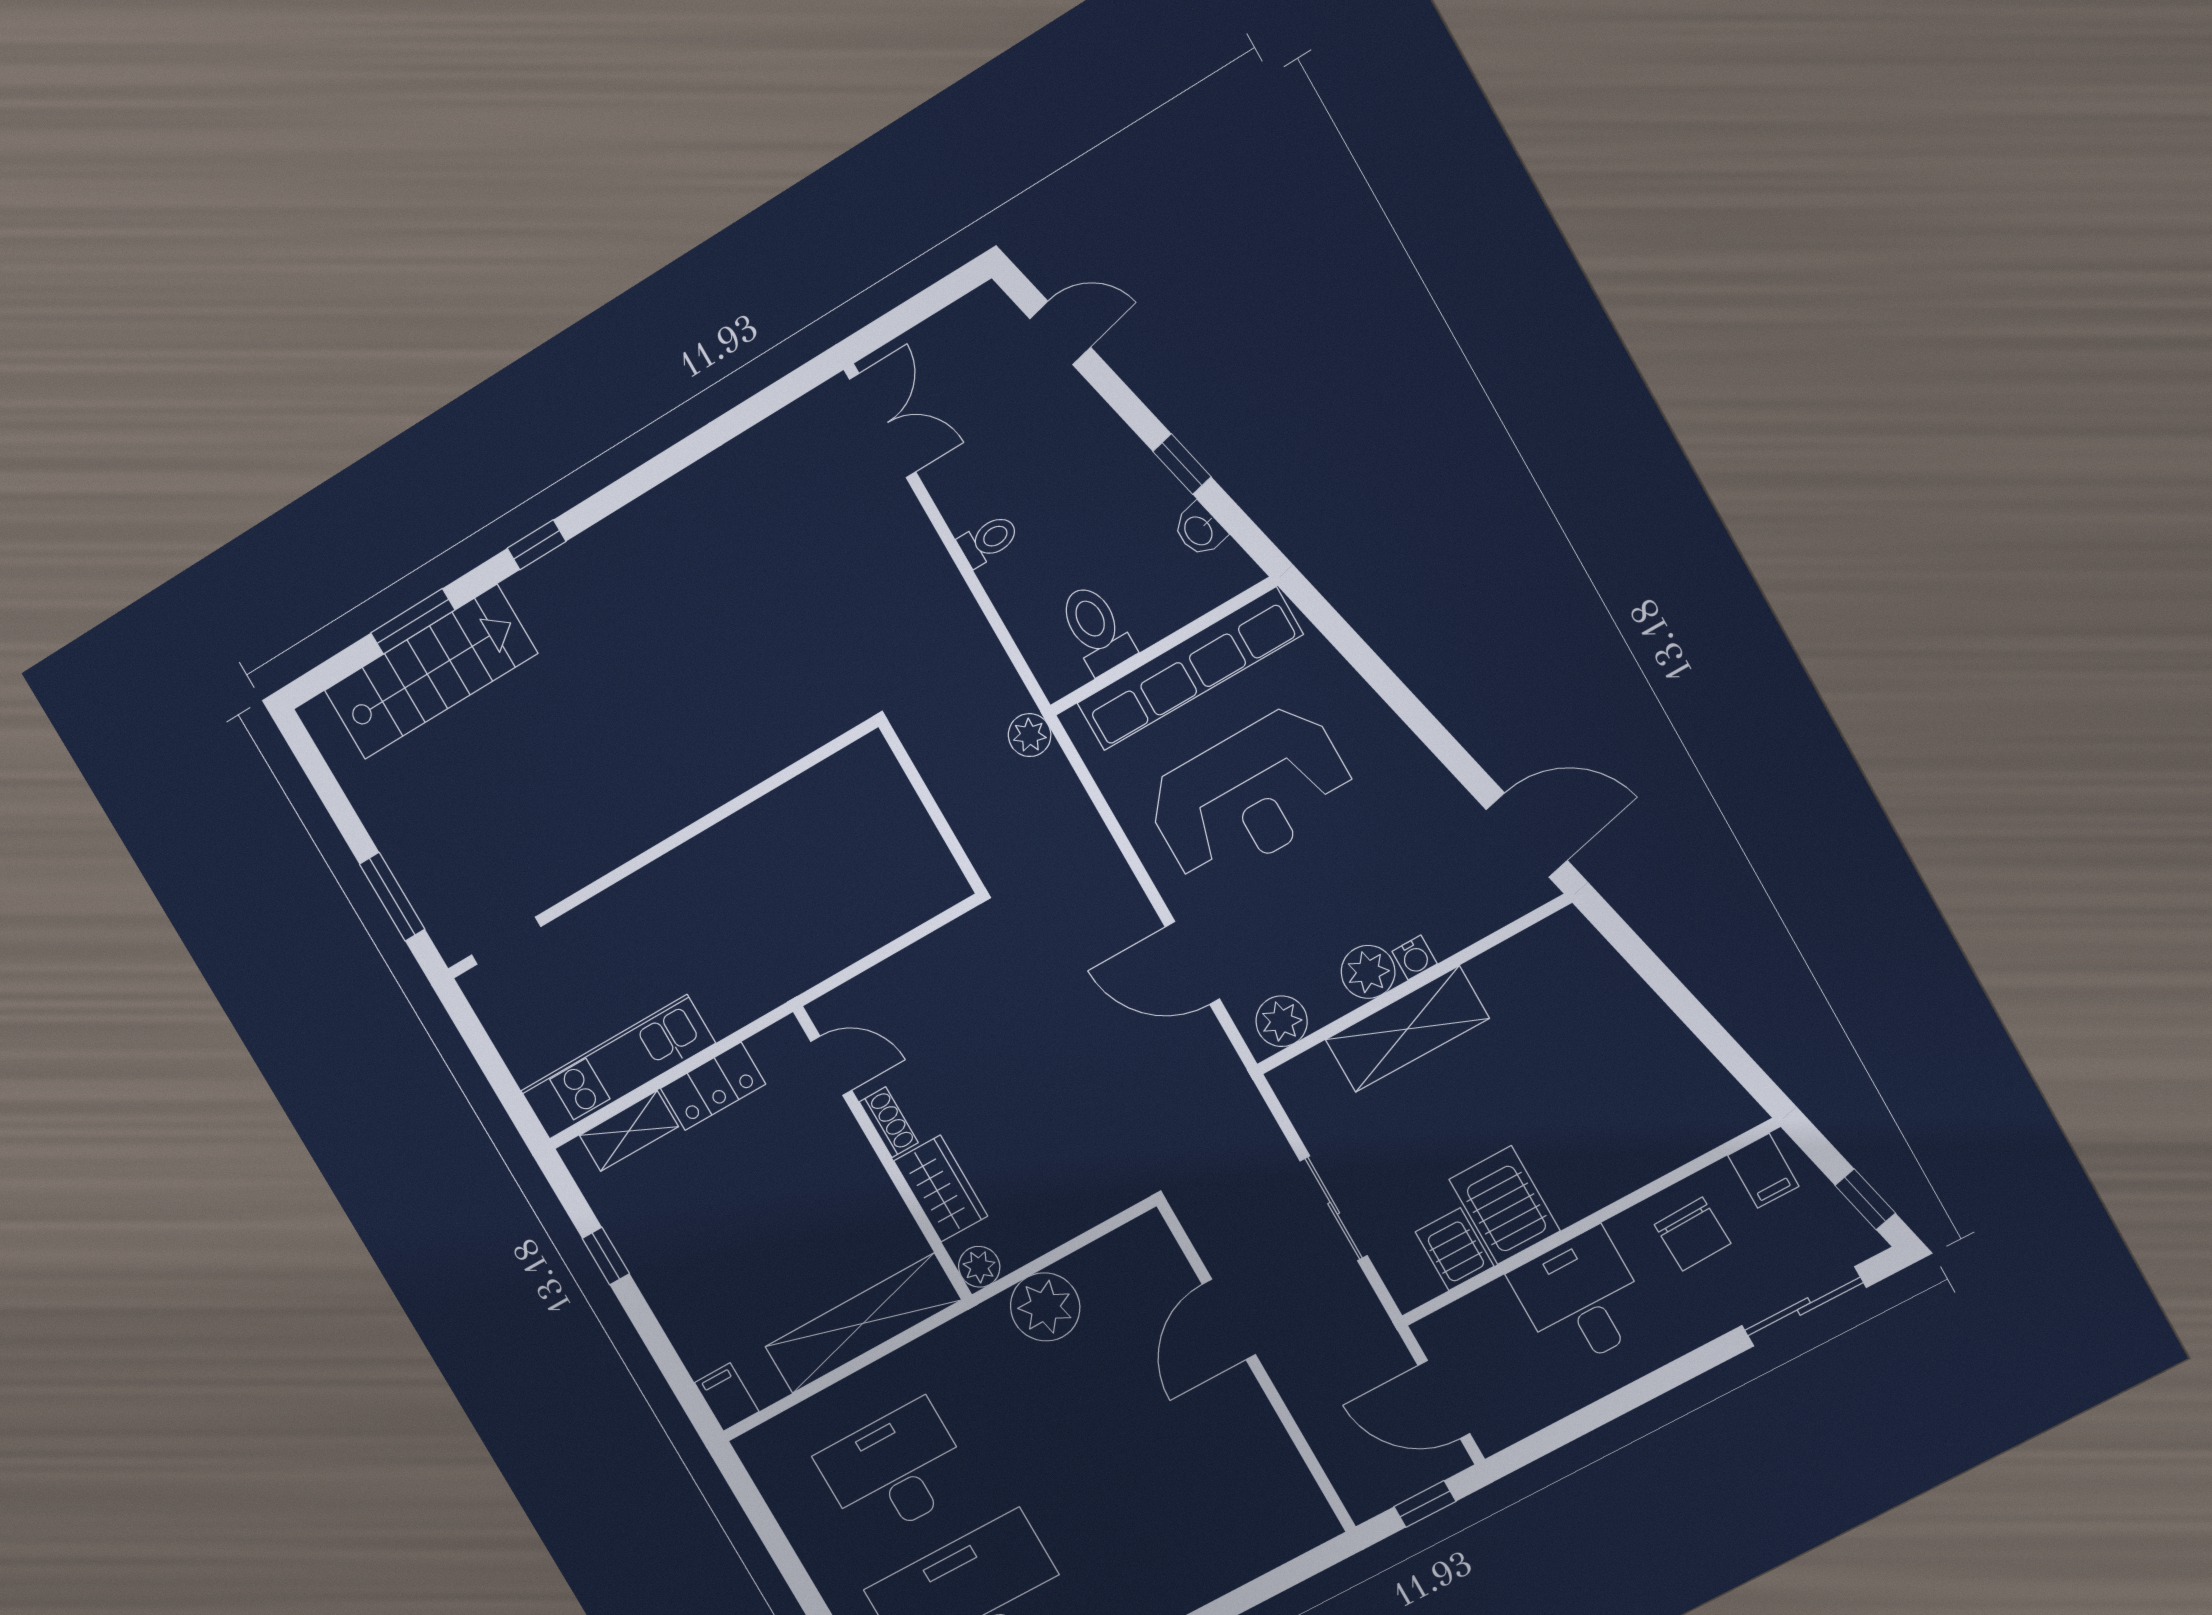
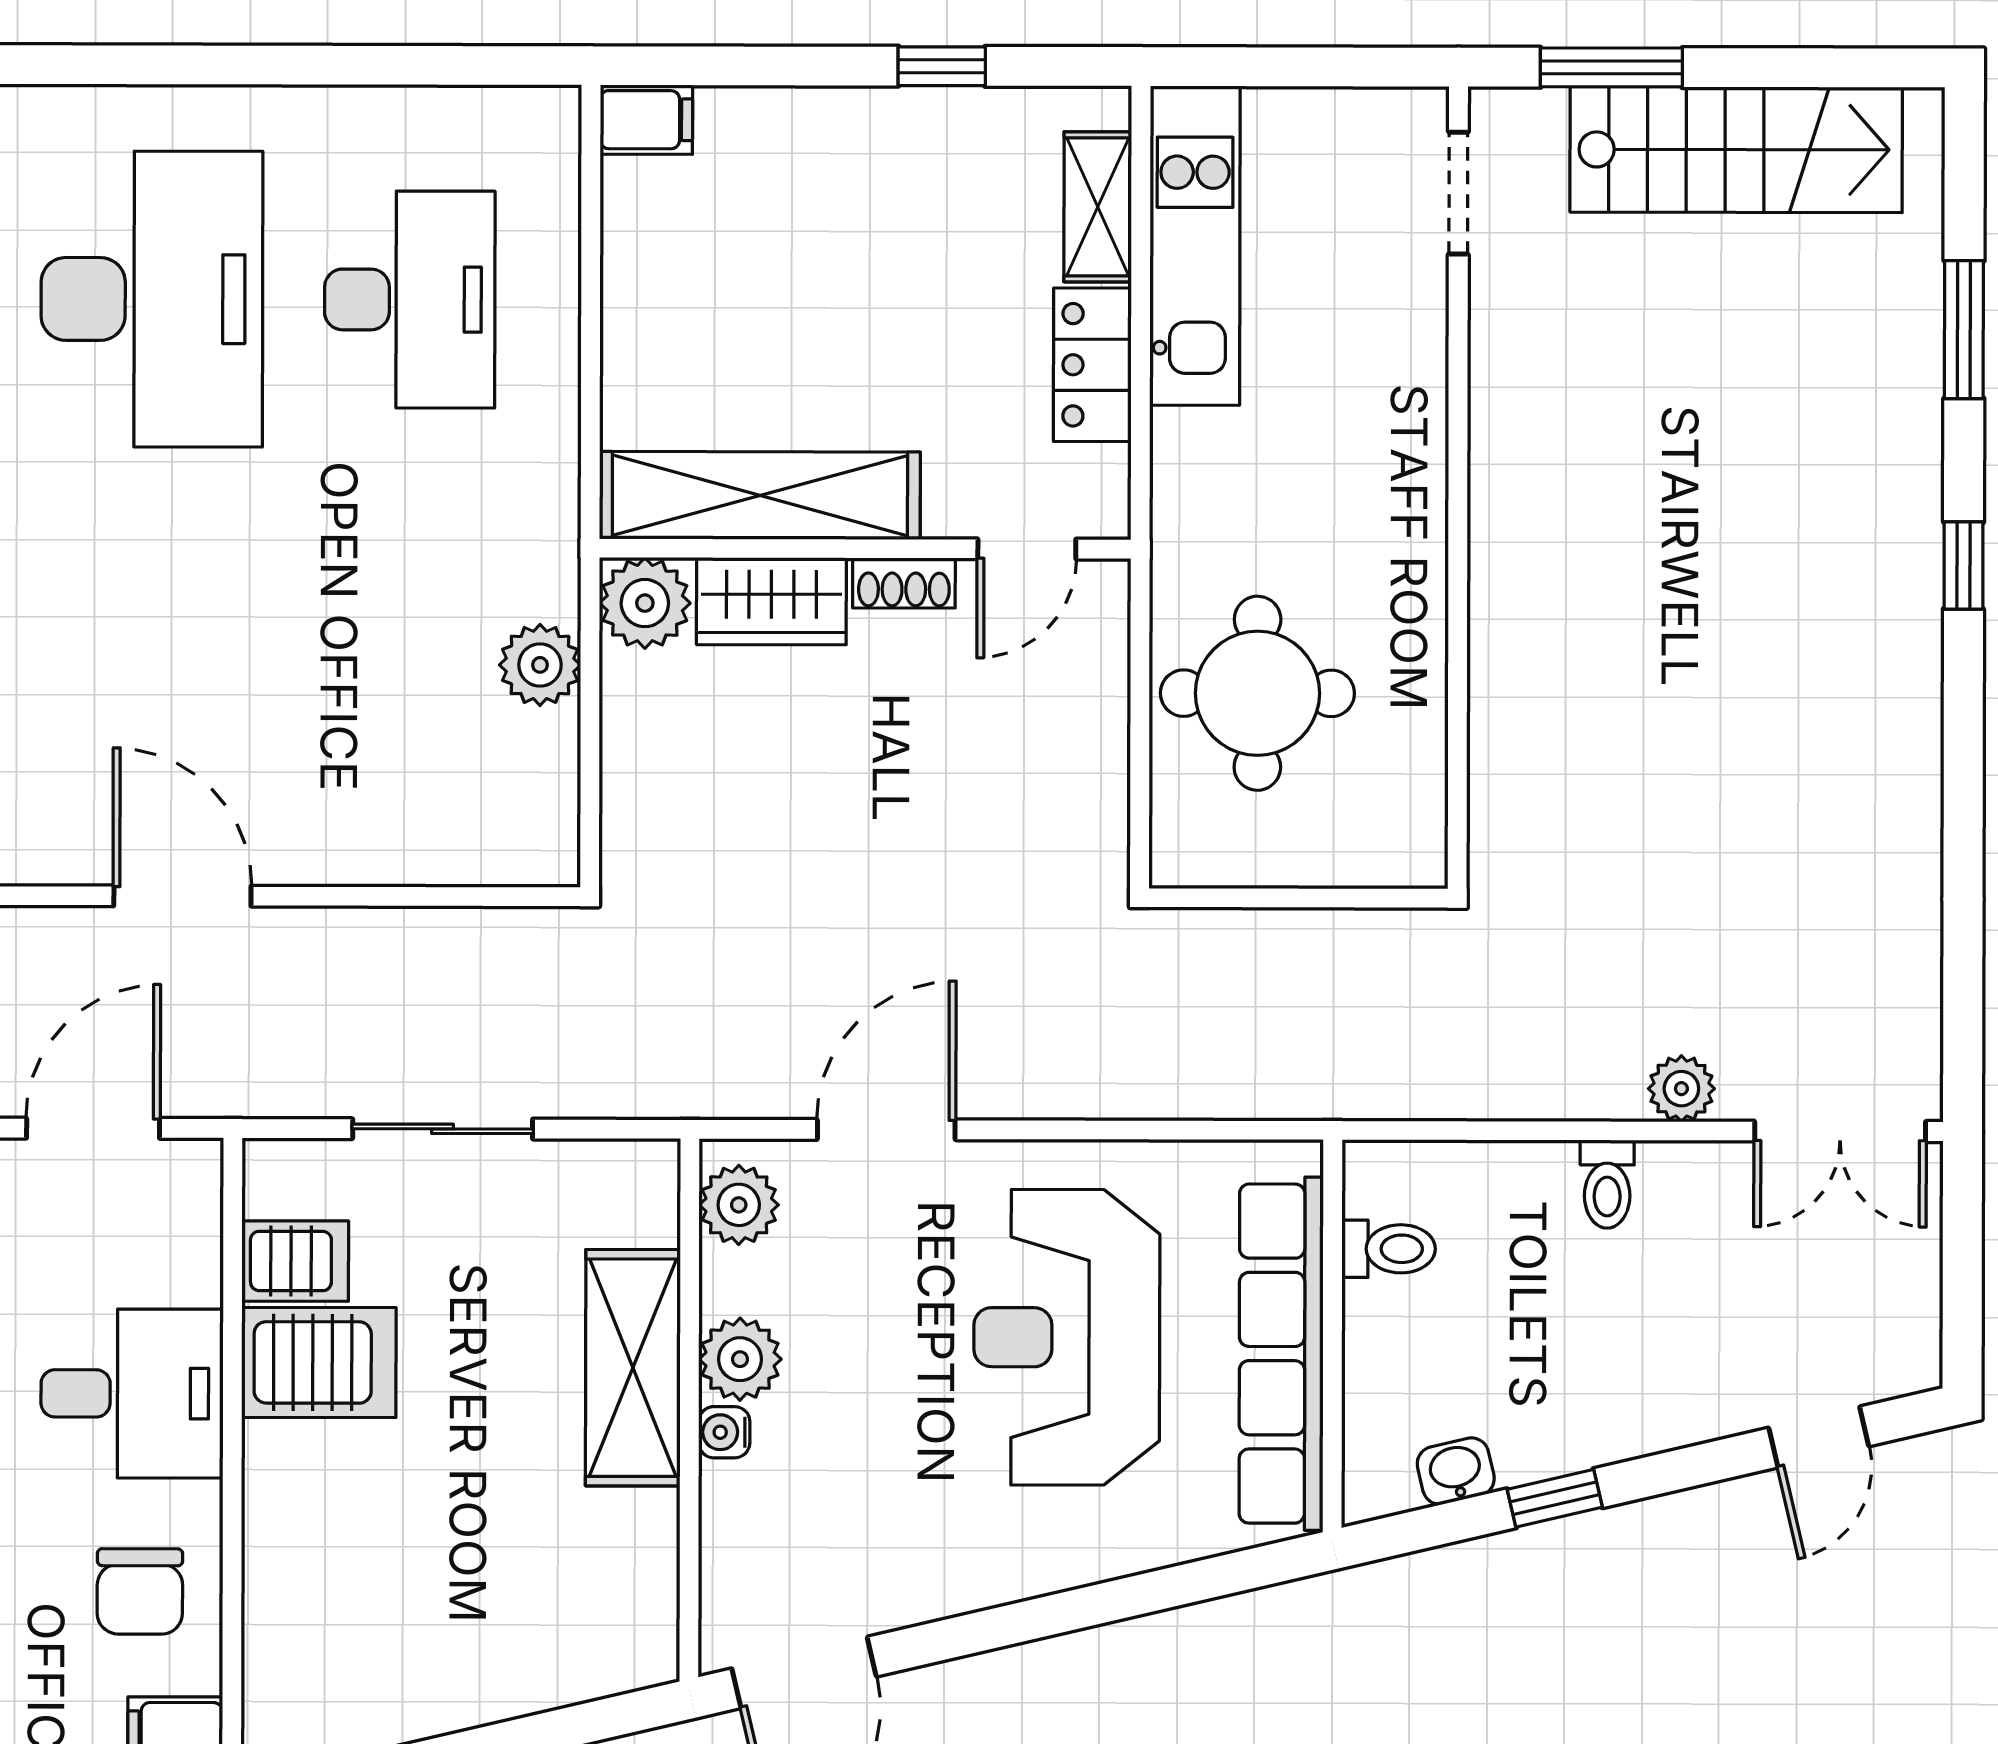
toilet: (1096, 629) -> (1389, 1249), width x0.73, depth x0.72
stairs: (431, 672) -> (1736, 150), moved, turned -90
plant: (1030, 735) -> (1681, 1089), moved
round table: (834, 895) -> (1257, 693), added
chair: (1693, 1234) -> (140, 1591), turned -88
plant: (979, 1267) -> (645, 603), width x1.38, depth x1.38
plant: (1045, 1307) -> (540, 665), width x0.73, depth x0.73
door: (1229, 1319) -> (182, 896), moved
shelving: (863, 1323) -> (760, 495), moved, turned 90

